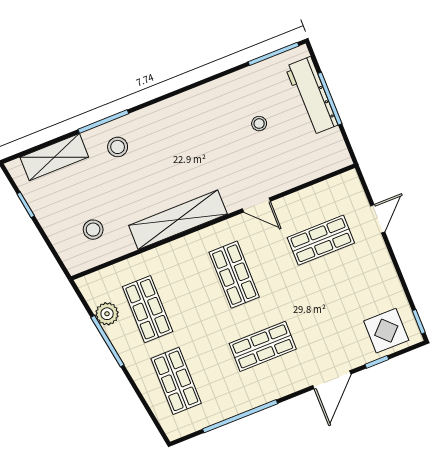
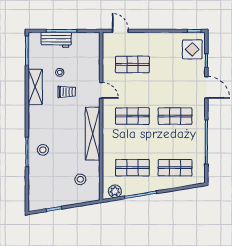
workbench: (311, 96) -> (56, 40), width x0.73
trolley: (231, 148) -> (67, 92), added
shelving: (54, 157) -> (35, 87), moved
door: (256, 205) -> (101, 90), hinge flipped
door: (378, 219) -> (120, 31), moved
shop shelf: (321, 240) -> (132, 64), turned 90
plant: (107, 314) -> (115, 191), moved
shop shelf: (263, 346) -> (175, 116), turned 90

